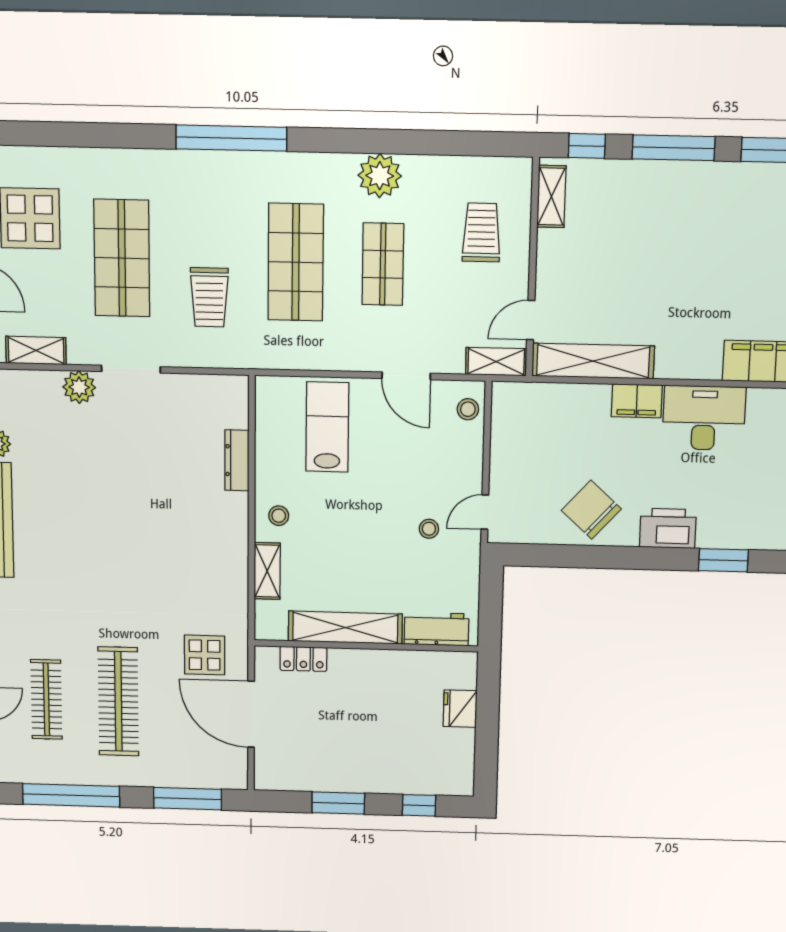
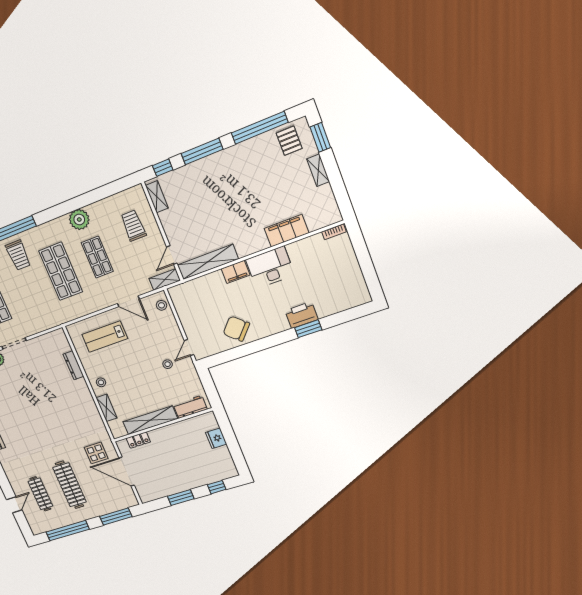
trolley: (209, 297) -> (18, 255), moved
lab bench: (327, 427) -> (105, 337), turned -90
printer: (668, 528) -> (301, 315), moved

